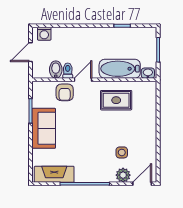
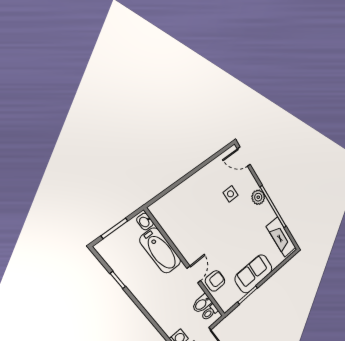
toilet: (68, 71) -> (210, 312), moved
door: (83, 80) -> (194, 275), swing flipped
rug: (116, 100) -> (191, 232), removed
plant: (123, 175) -> (258, 197), moved

